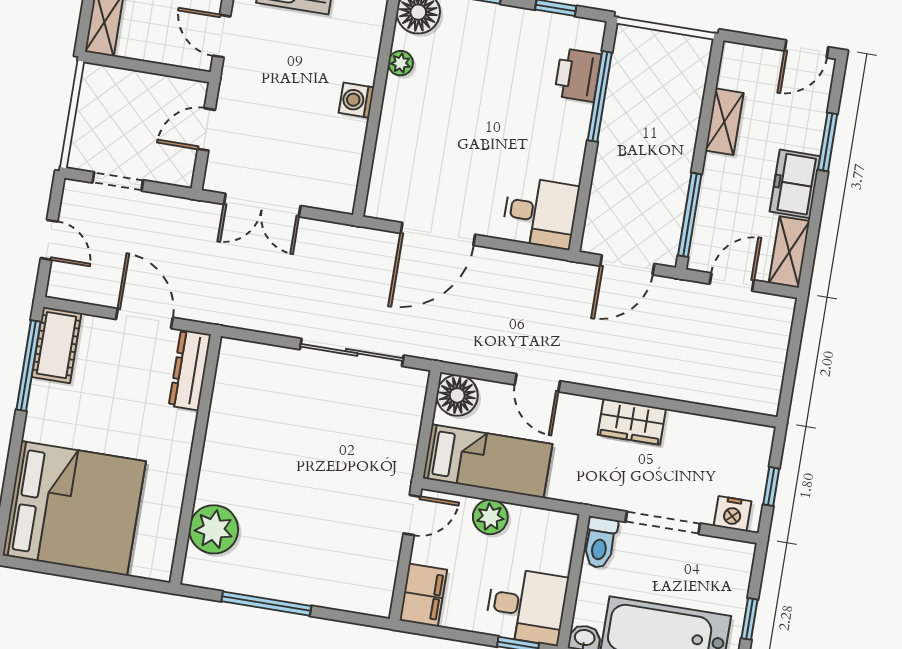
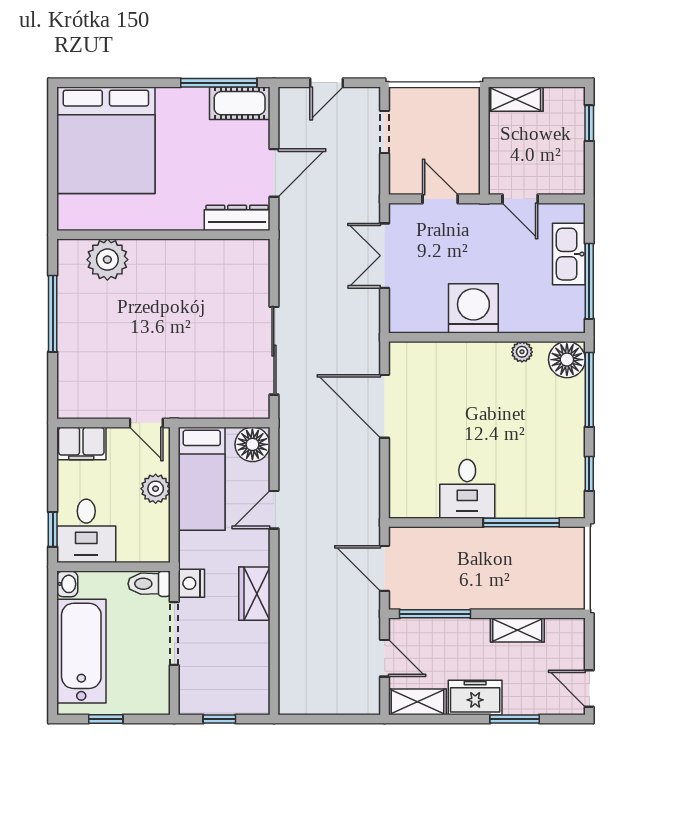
door: (222, 36) -> (520, 199), swing flipped
printer: (578, 75) -> (536, 501), removed
washing machine: (356, 100) -> (473, 308), width x1.89, depth x1.89
desk: (540, 213) -> (467, 489), moved
nightstand: (732, 514) -> (191, 583), moved

